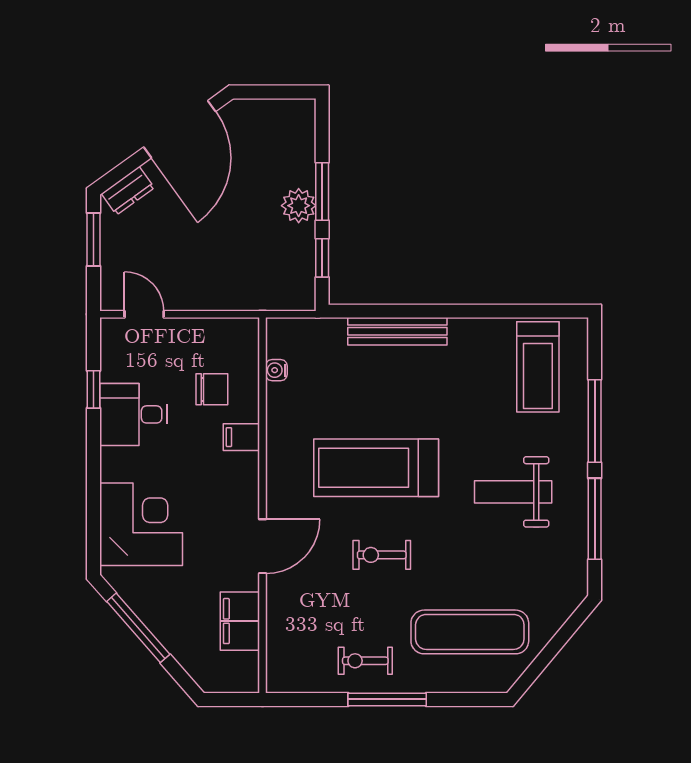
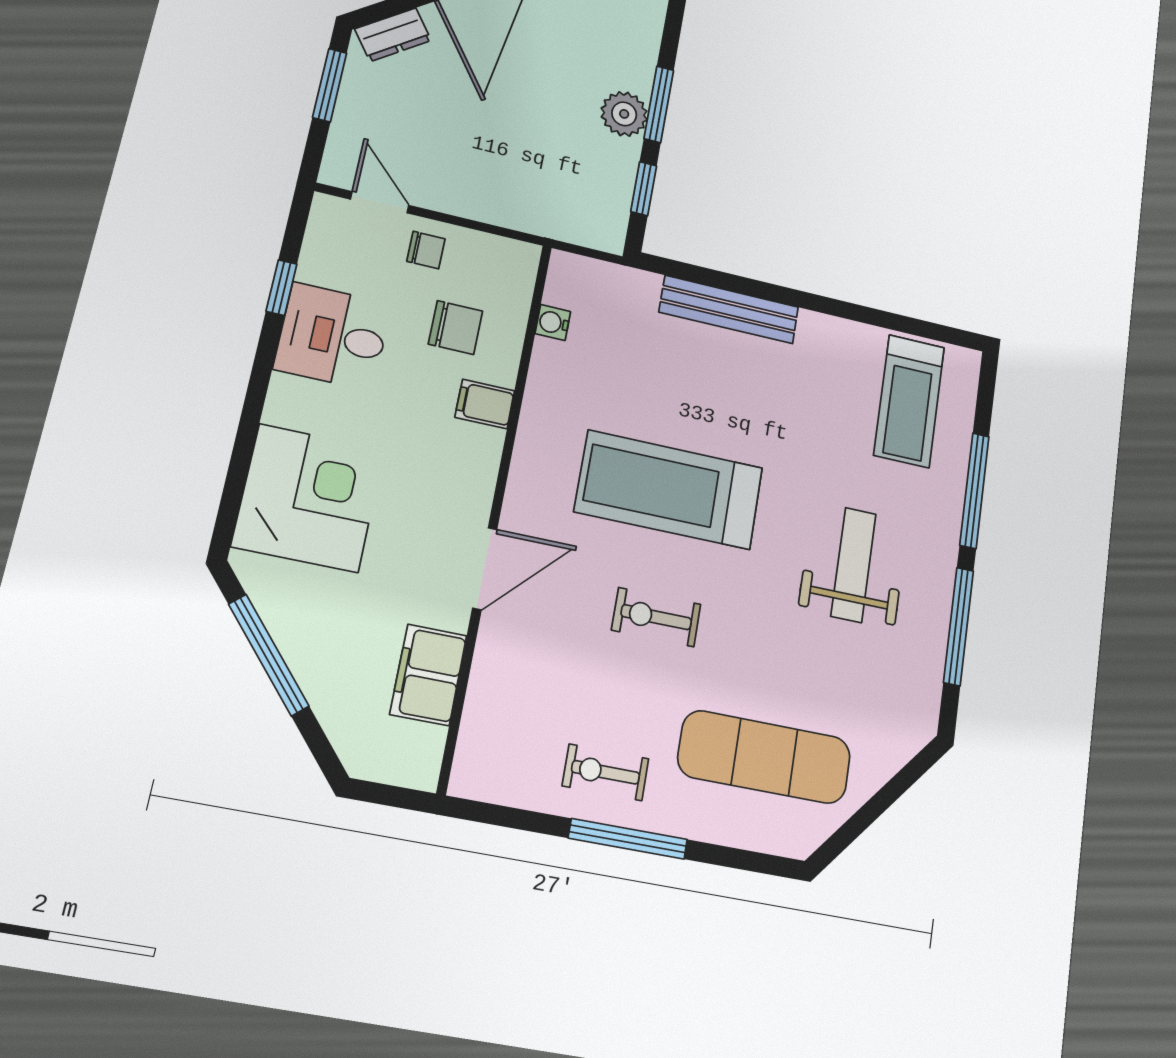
chair: (182, 340) -> (426, 250), added
weight bench: (513, 492) -> (853, 565), turned 90

